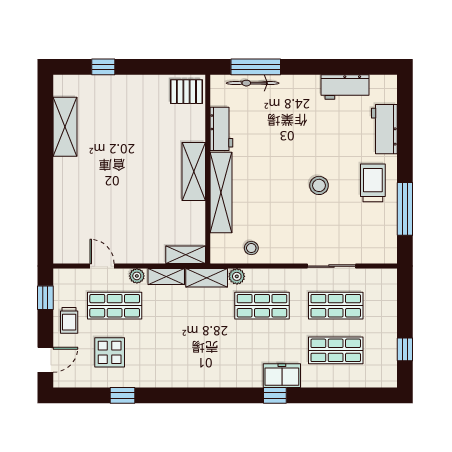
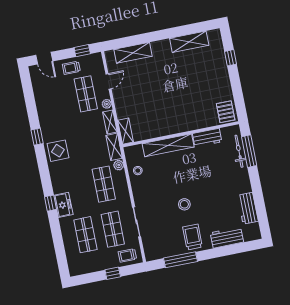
shelving: (194, 171) -> (133, 53), moved
trolley: (373, 183) -> (193, 237), turned -90
trolley: (381, 291) -> (127, 255), added
window: (405, 349) -> (113, 273), moved
display table: (110, 352) -> (58, 151), moved
window: (122, 395) -> (37, 137), moved

